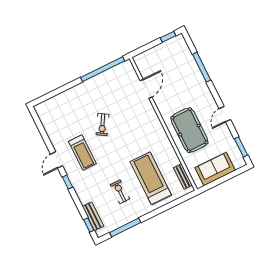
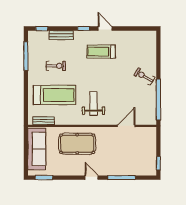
door: (146, 89) -> (126, 126), swing flipped
door: (225, 114) -> (92, 178), moved
exercise bike: (102, 125) -> (144, 76), moved
weight bench: (139, 134) -> (93, 103), added
sofa: (215, 169) -> (37, 149), width x1.36
bench: (93, 216) -> (61, 35), moved

